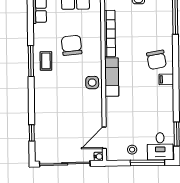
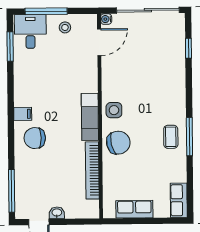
chair: (72, 45) -> (118, 143), moved, turned -98
chair: (156, 60) -> (35, 138), turned -80

